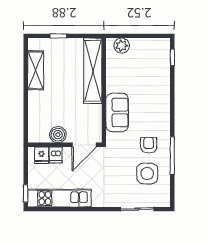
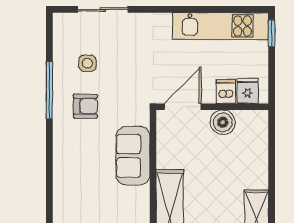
armchair: (149, 145) -> (85, 106), turned -90
side table: (147, 174) -> (87, 63), width x0.54, depth x0.54

